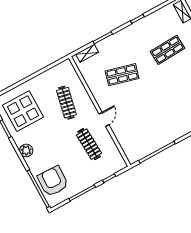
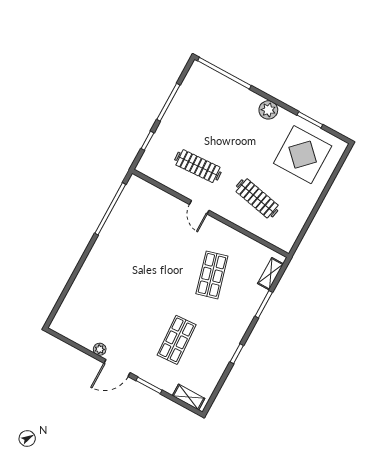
shop shelf: (122, 75) -> (212, 275), turned -30
armchair: (53, 181) -> (213, 94), removed

